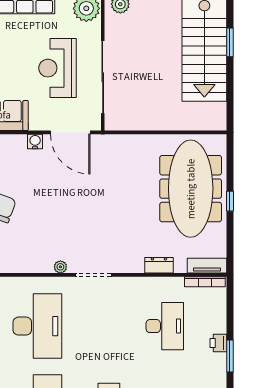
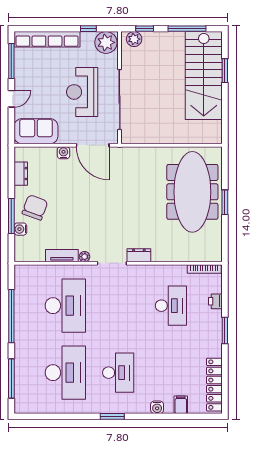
window: (230, 201) -> (225, 202), width x1.50
dresser: (159, 265) -> (139, 255), moved
tv unit: (207, 266) -> (62, 256), moved
printer: (218, 343) -> (215, 301), moved

